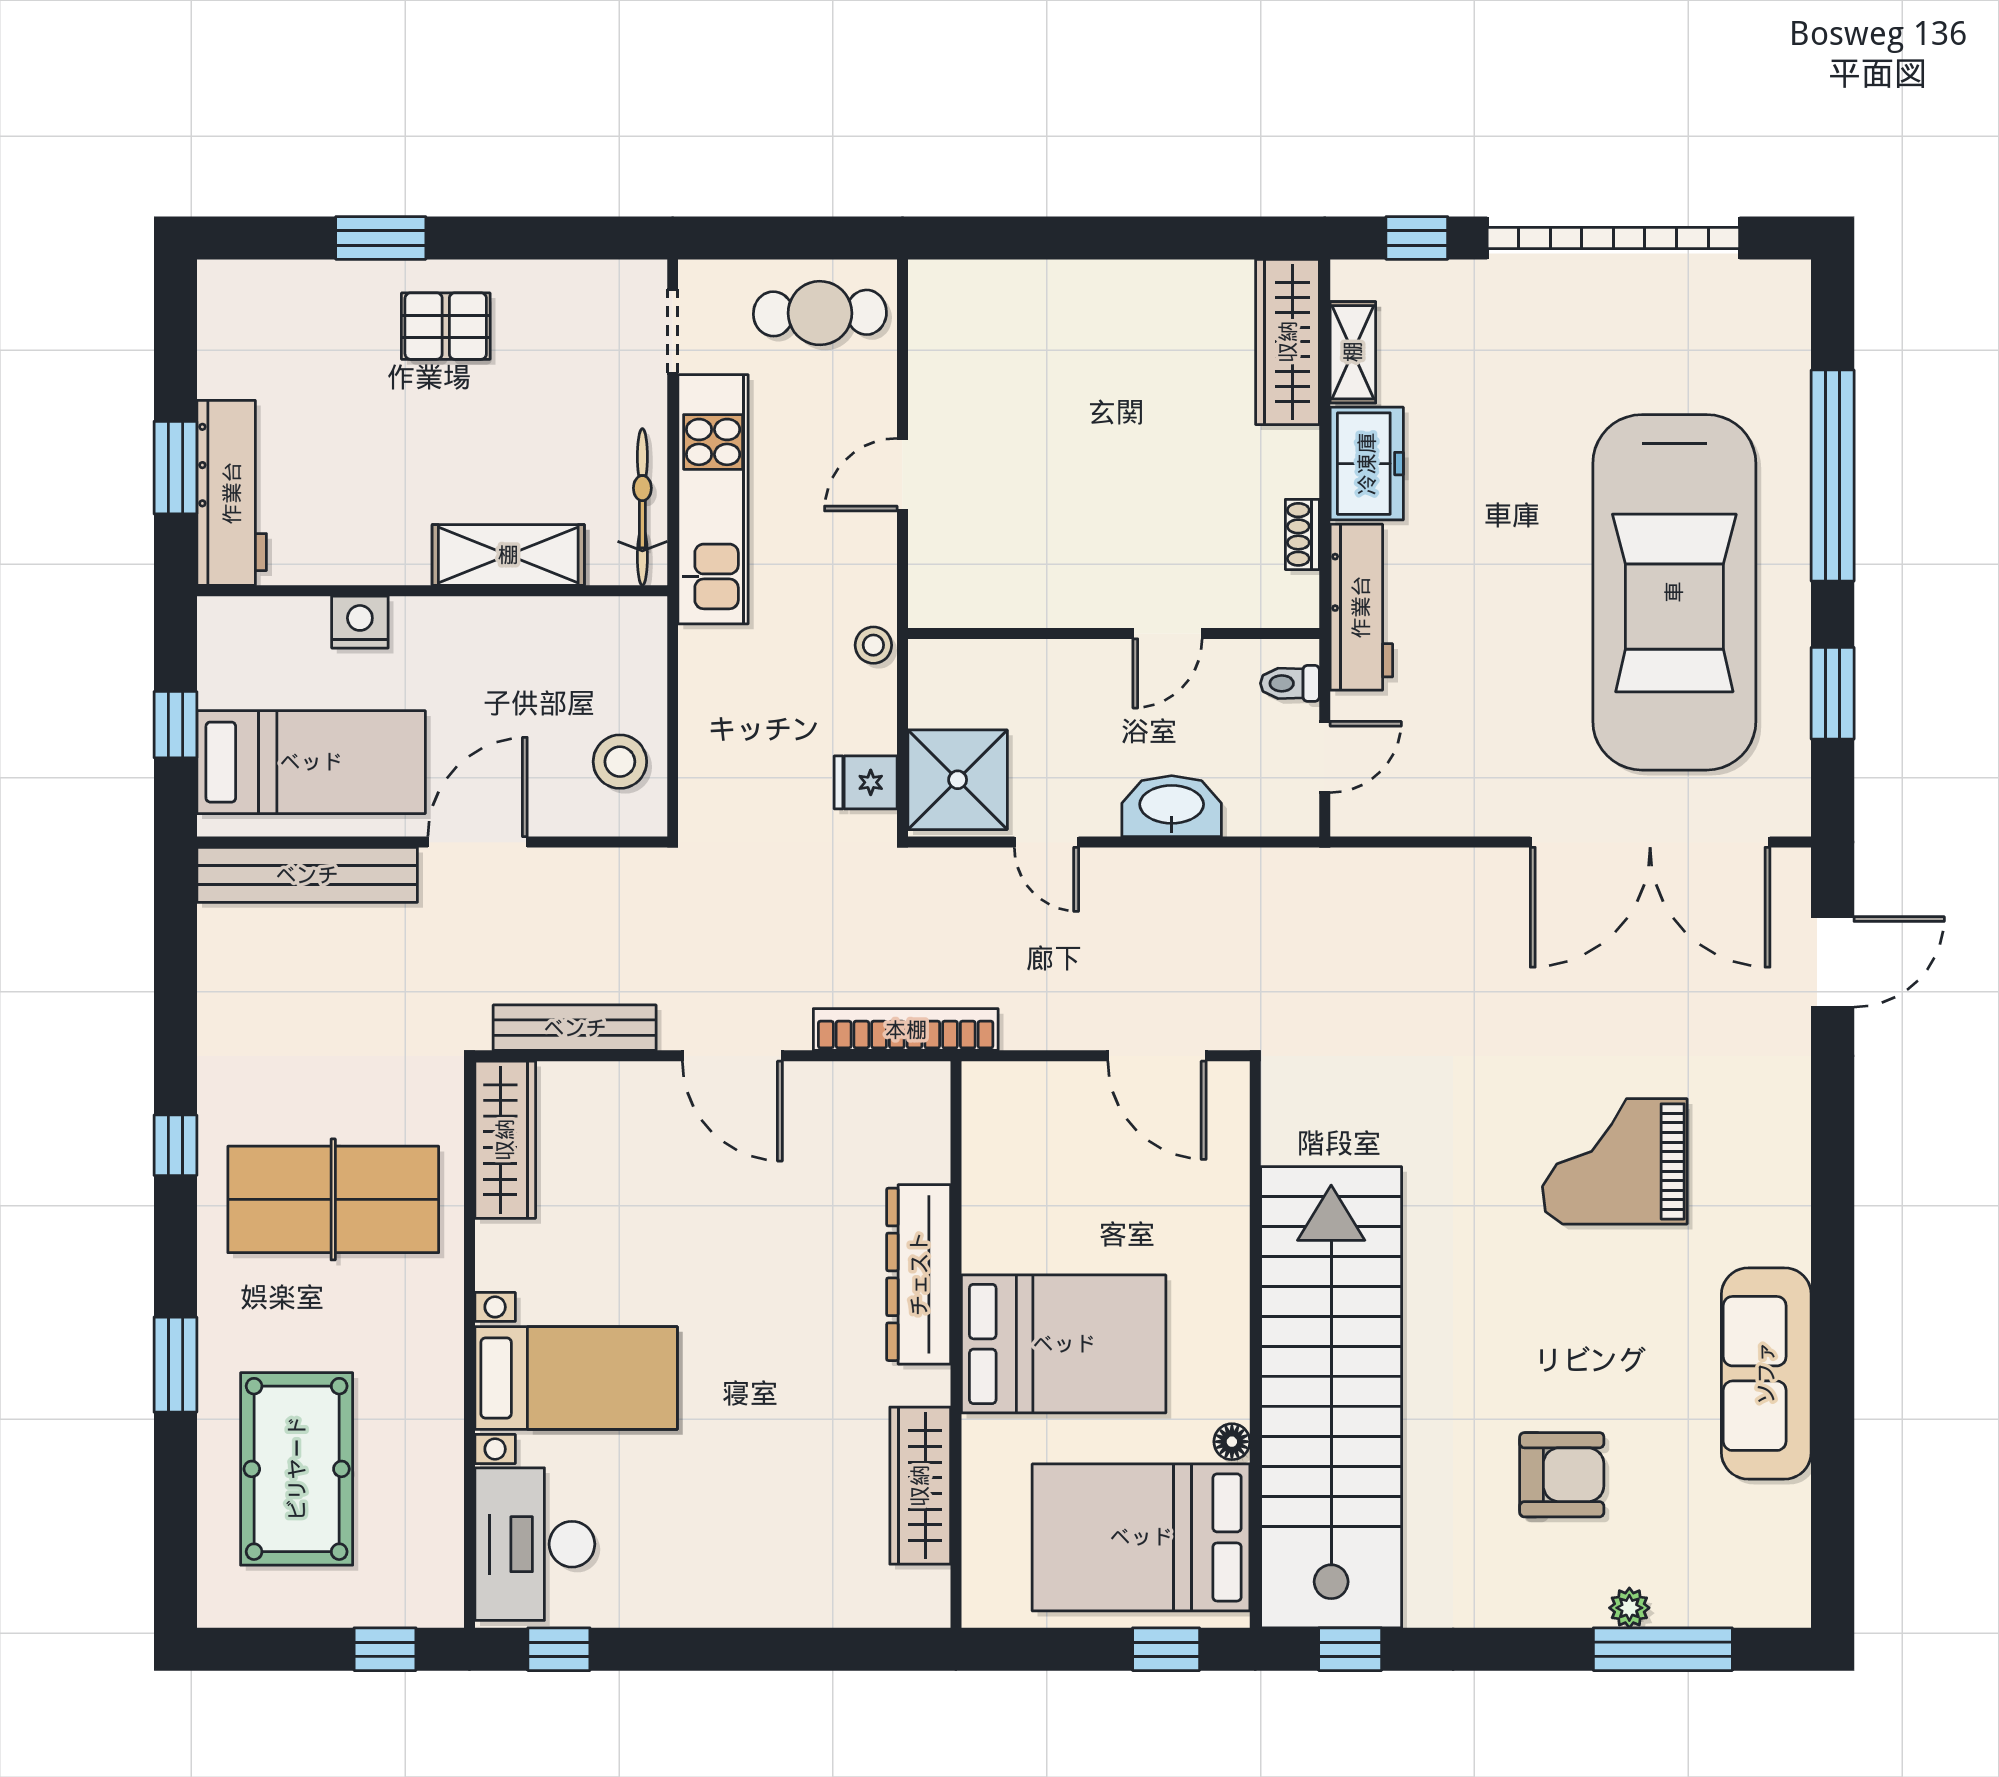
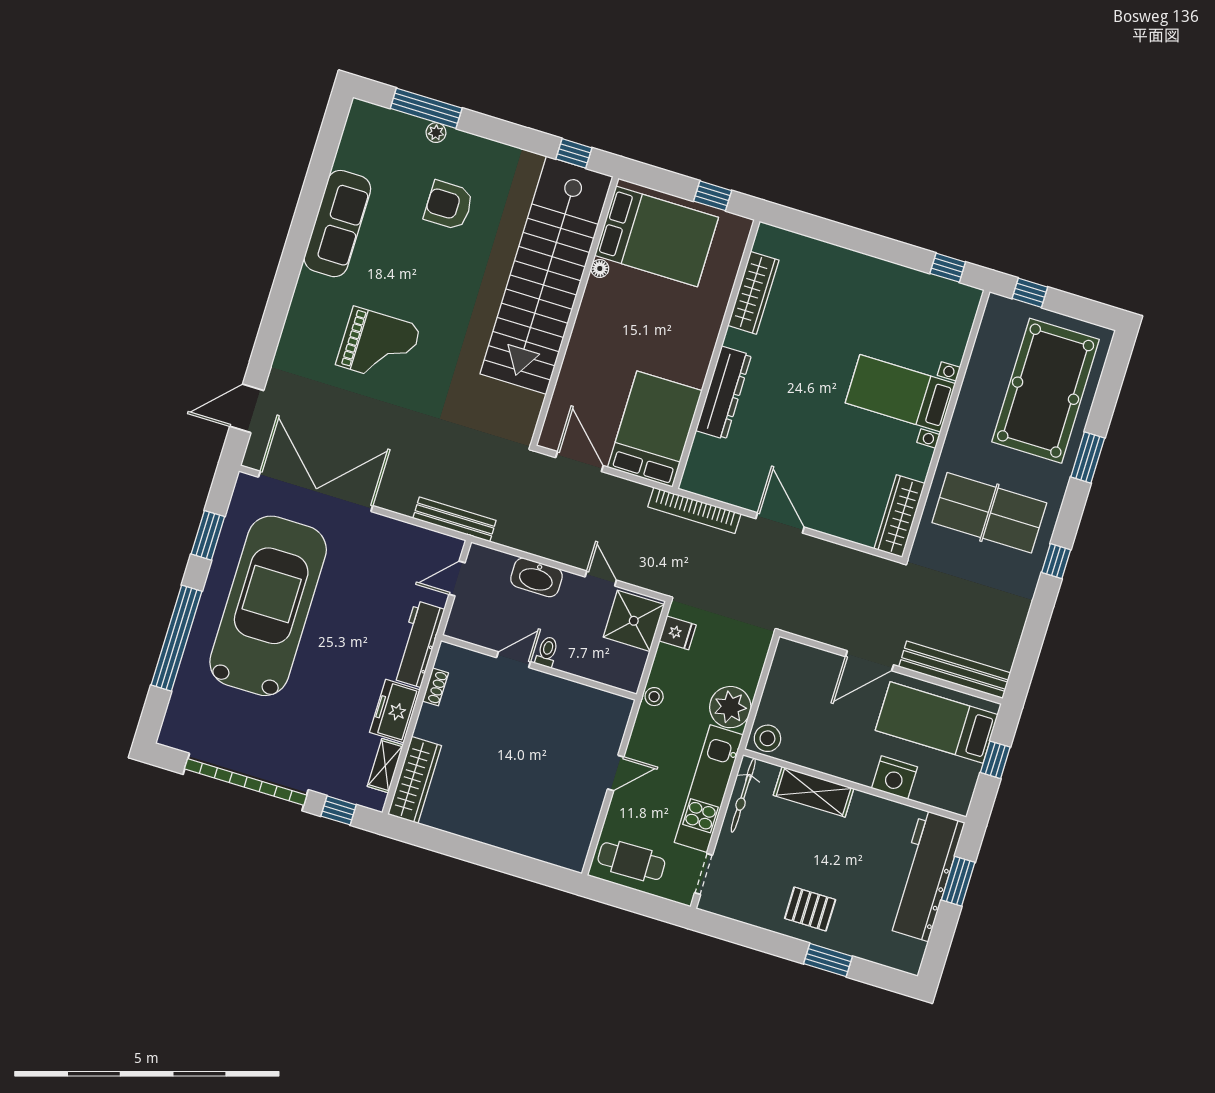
workbench: (232, 493) -> (925, 875), width x1.36, depth x1.32
nightstand: (360, 622) -> (895, 778), width x1.36, depth x1.33
plant: (720, 670) -> (730, 707), added
toilet: (1290, 683) -> (547, 652), moved, turned -90
stool: (620, 762) -> (767, 738), moved
bench: (575, 1028) -> (454, 519), moved
bed: (1064, 1344) -> (655, 429), moved, turned 90
pool table: (297, 1469) -> (1046, 391), width x1.36, depth x1.32
desk: (535, 1544) -> (944, 321), removed
window: (1166, 1649) -> (713, 196), moved

